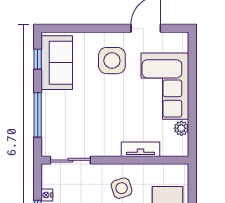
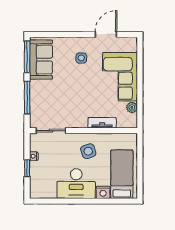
window: (38, 59) -> (27, 57), width x2.17
side table: (112, 61) -> (81, 58), width x0.54, depth x0.54

